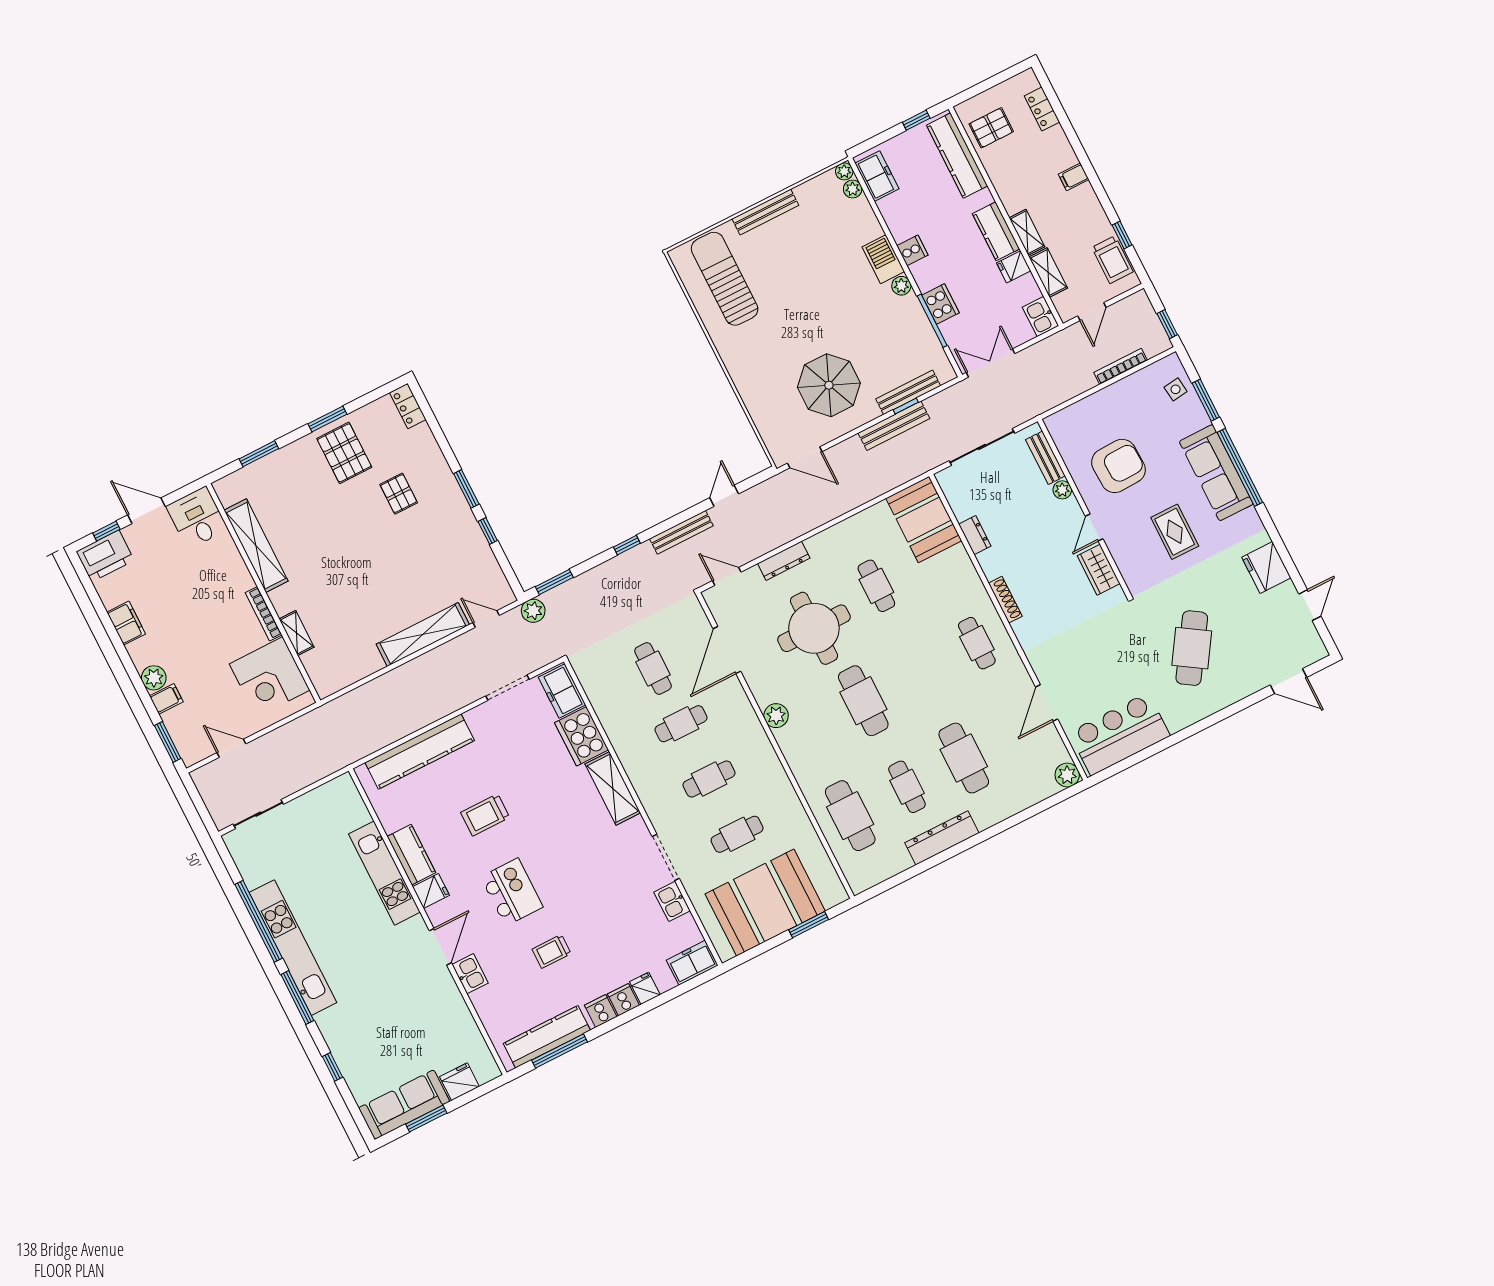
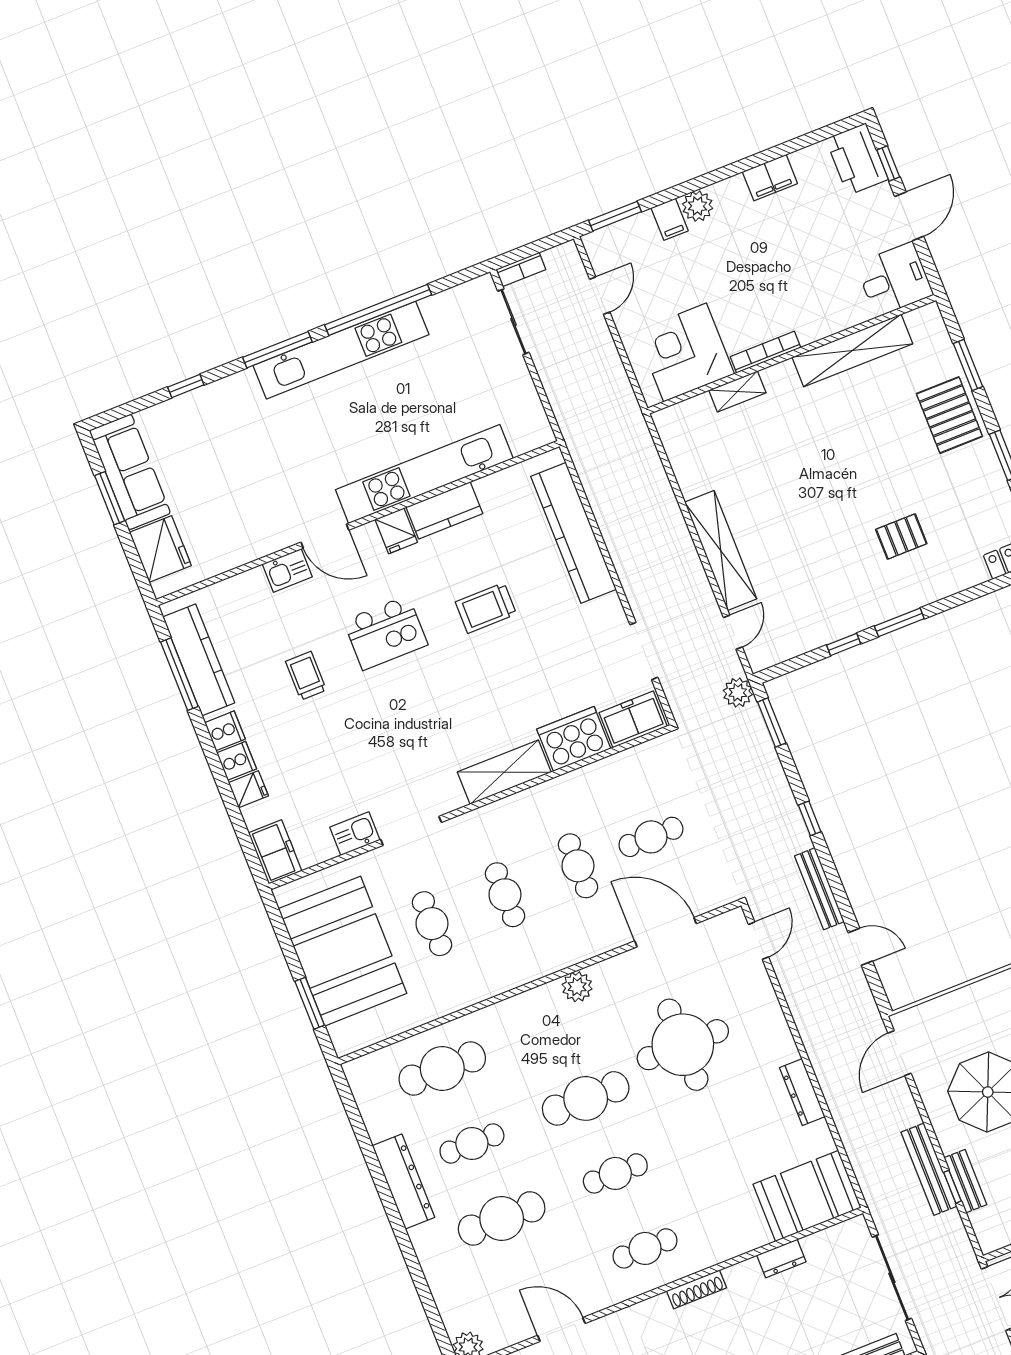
bench: (908, 392) -> (965, 1181), width x0.73
pallet: (344, 453) -> (949, 415), moved, turned 90
dresser: (784, 561) -> (802, 1092), moved
cafe table: (876, 586) -> (615, 1173), moved
bookcase: (216, 812) -> (521, 269), added
trolley: (485, 815) -> (486, 608), turned -90
kitchen unit: (384, 873) -> (424, 474), width x1.36
fridge: (459, 1082) -> (160, 549), width x1.36, depth x1.34

